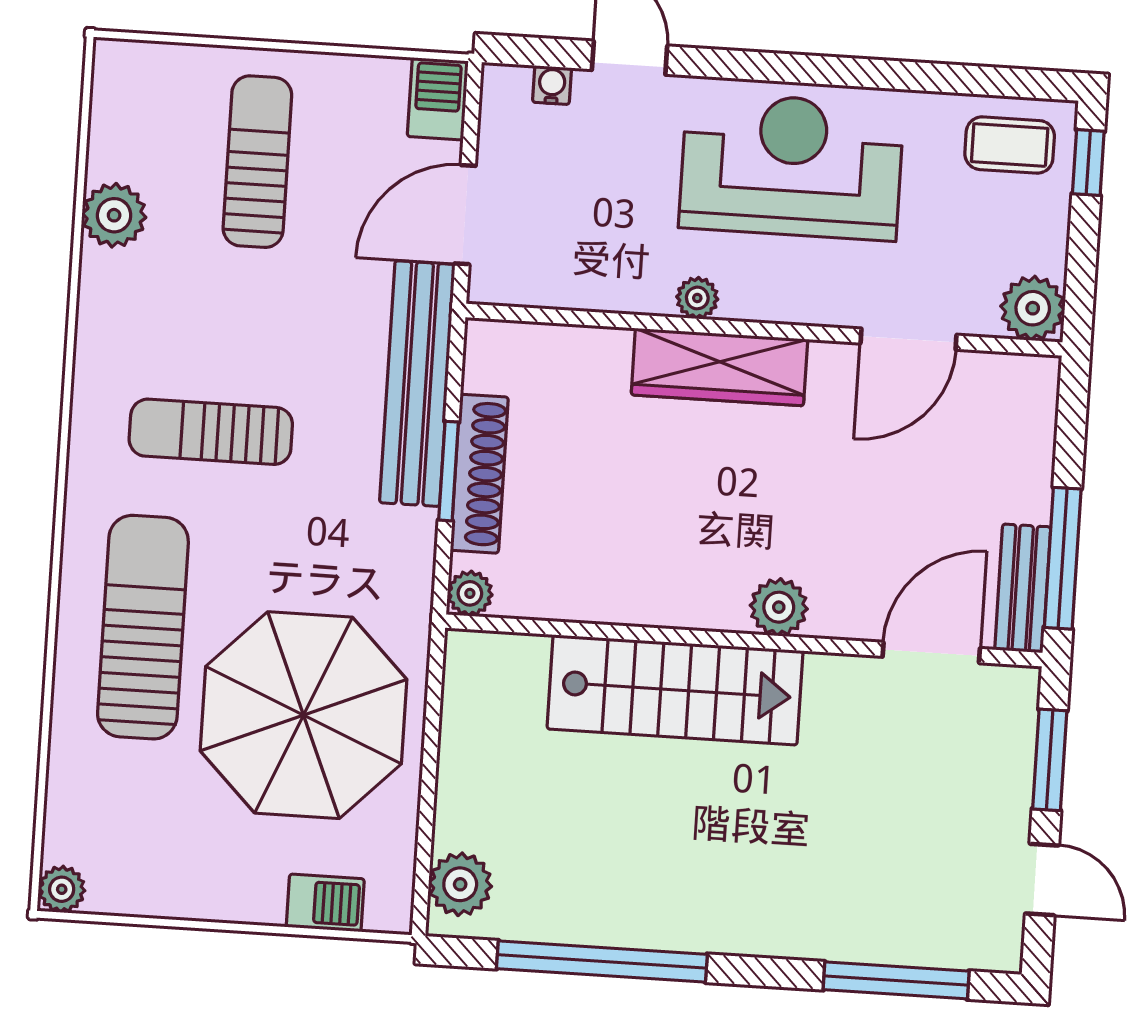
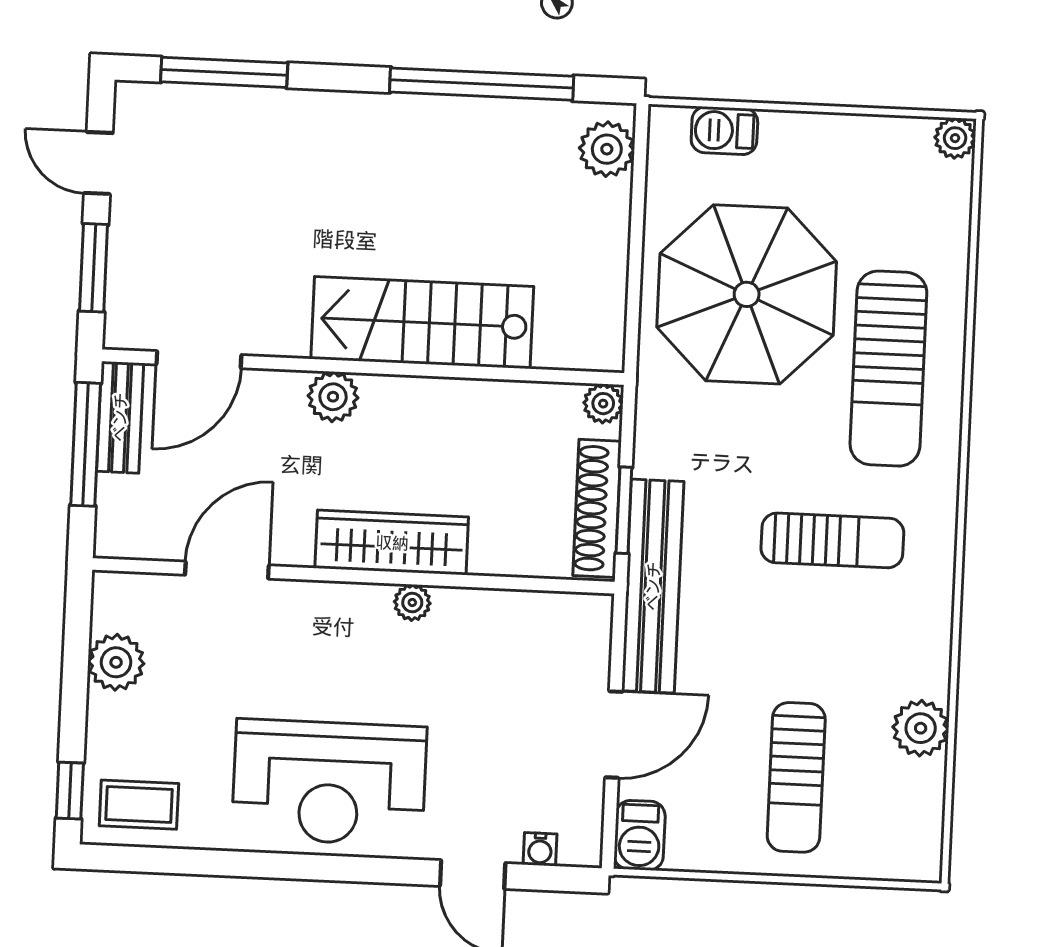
plant: (697, 298) -> (412, 602), moved
wall: (764, 330) -> (353, 576), moved
door: (908, 339) -> (227, 570), moved
wardrobe: (719, 367) -> (392, 543), moved

